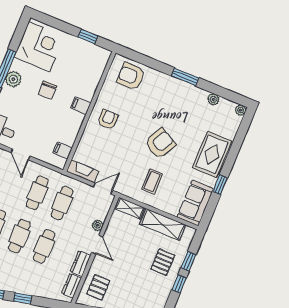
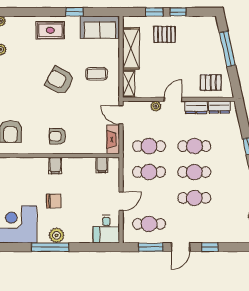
rug: (212, 154) -> (50, 30), width x0.73, depth x0.70

